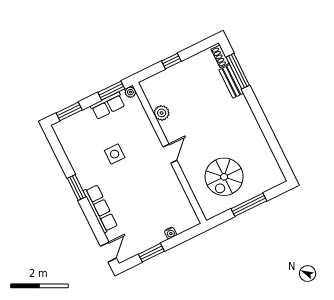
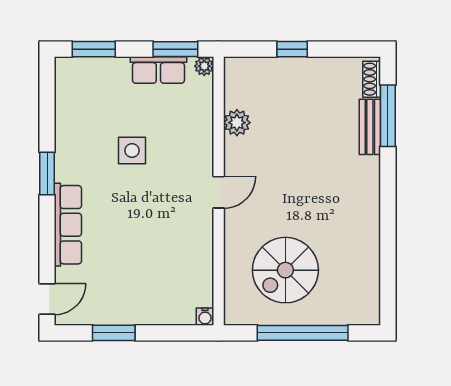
window: (249, 205) -> (303, 333), width x1.46
water cooler: (170, 233) -> (205, 317), moved

